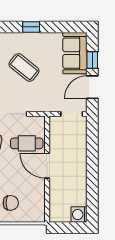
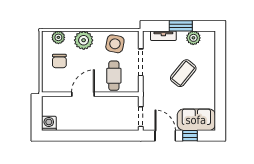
window: (31, 27) -> (220, 80), removed
door: (47, 166) -> (83, 94), moved

